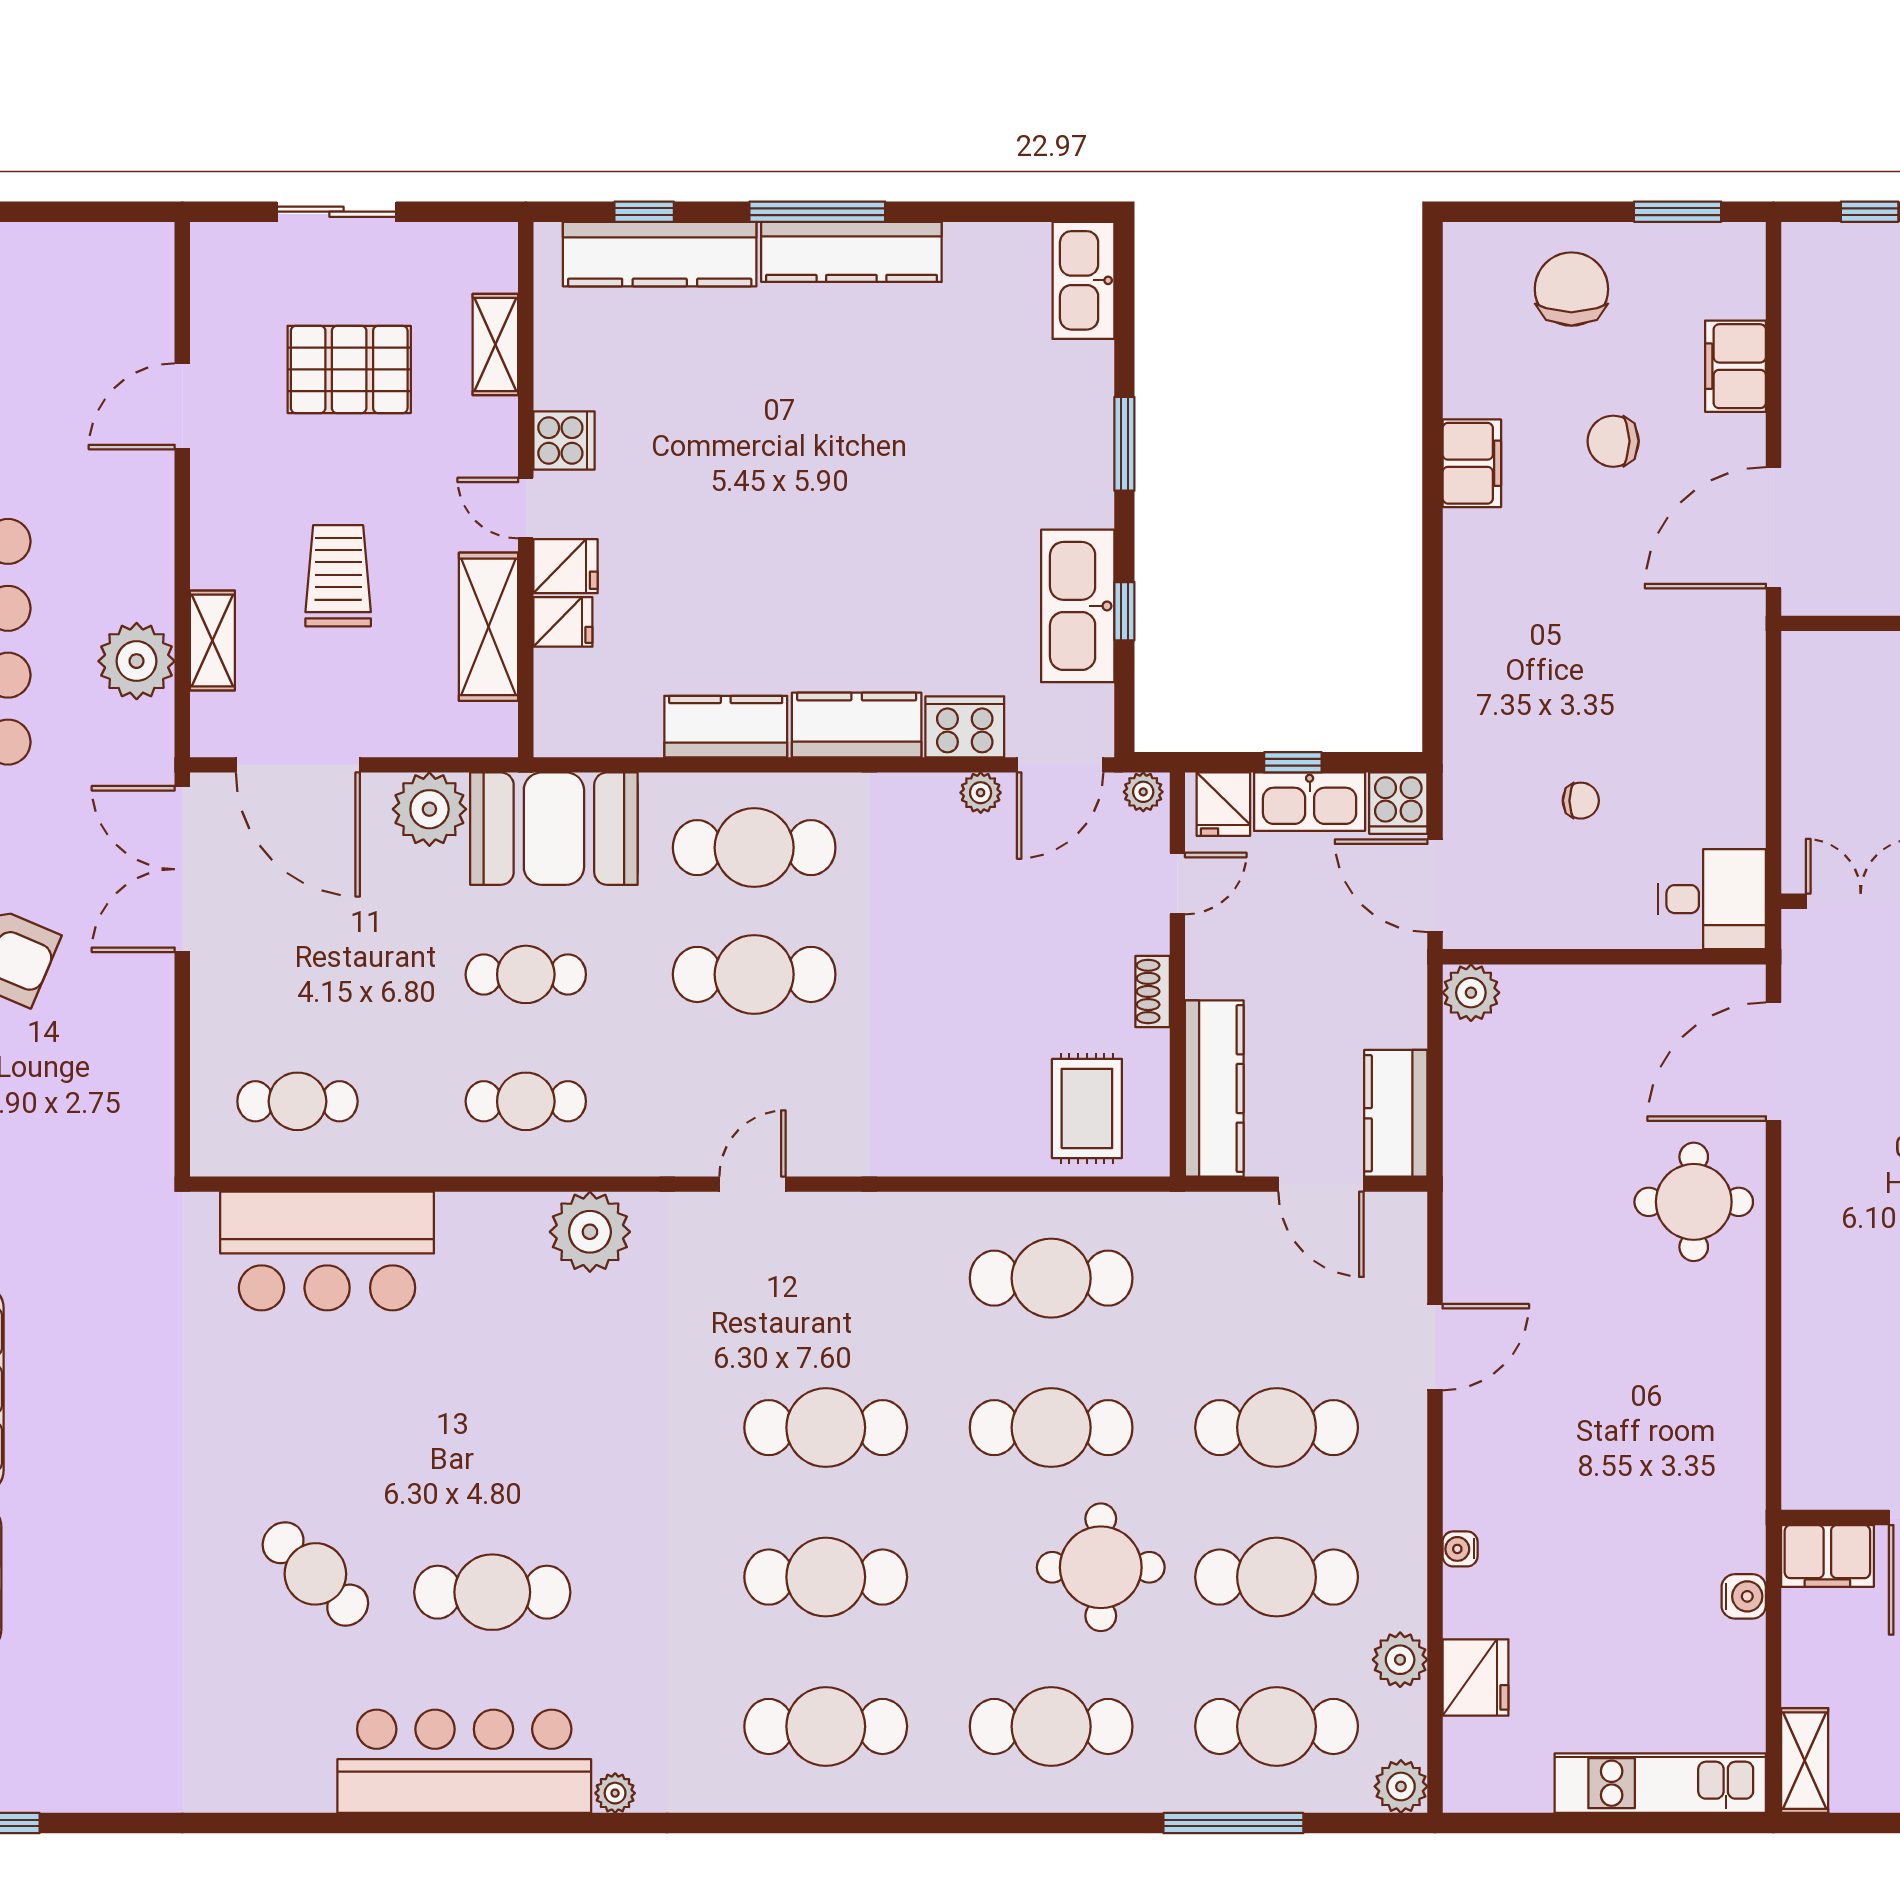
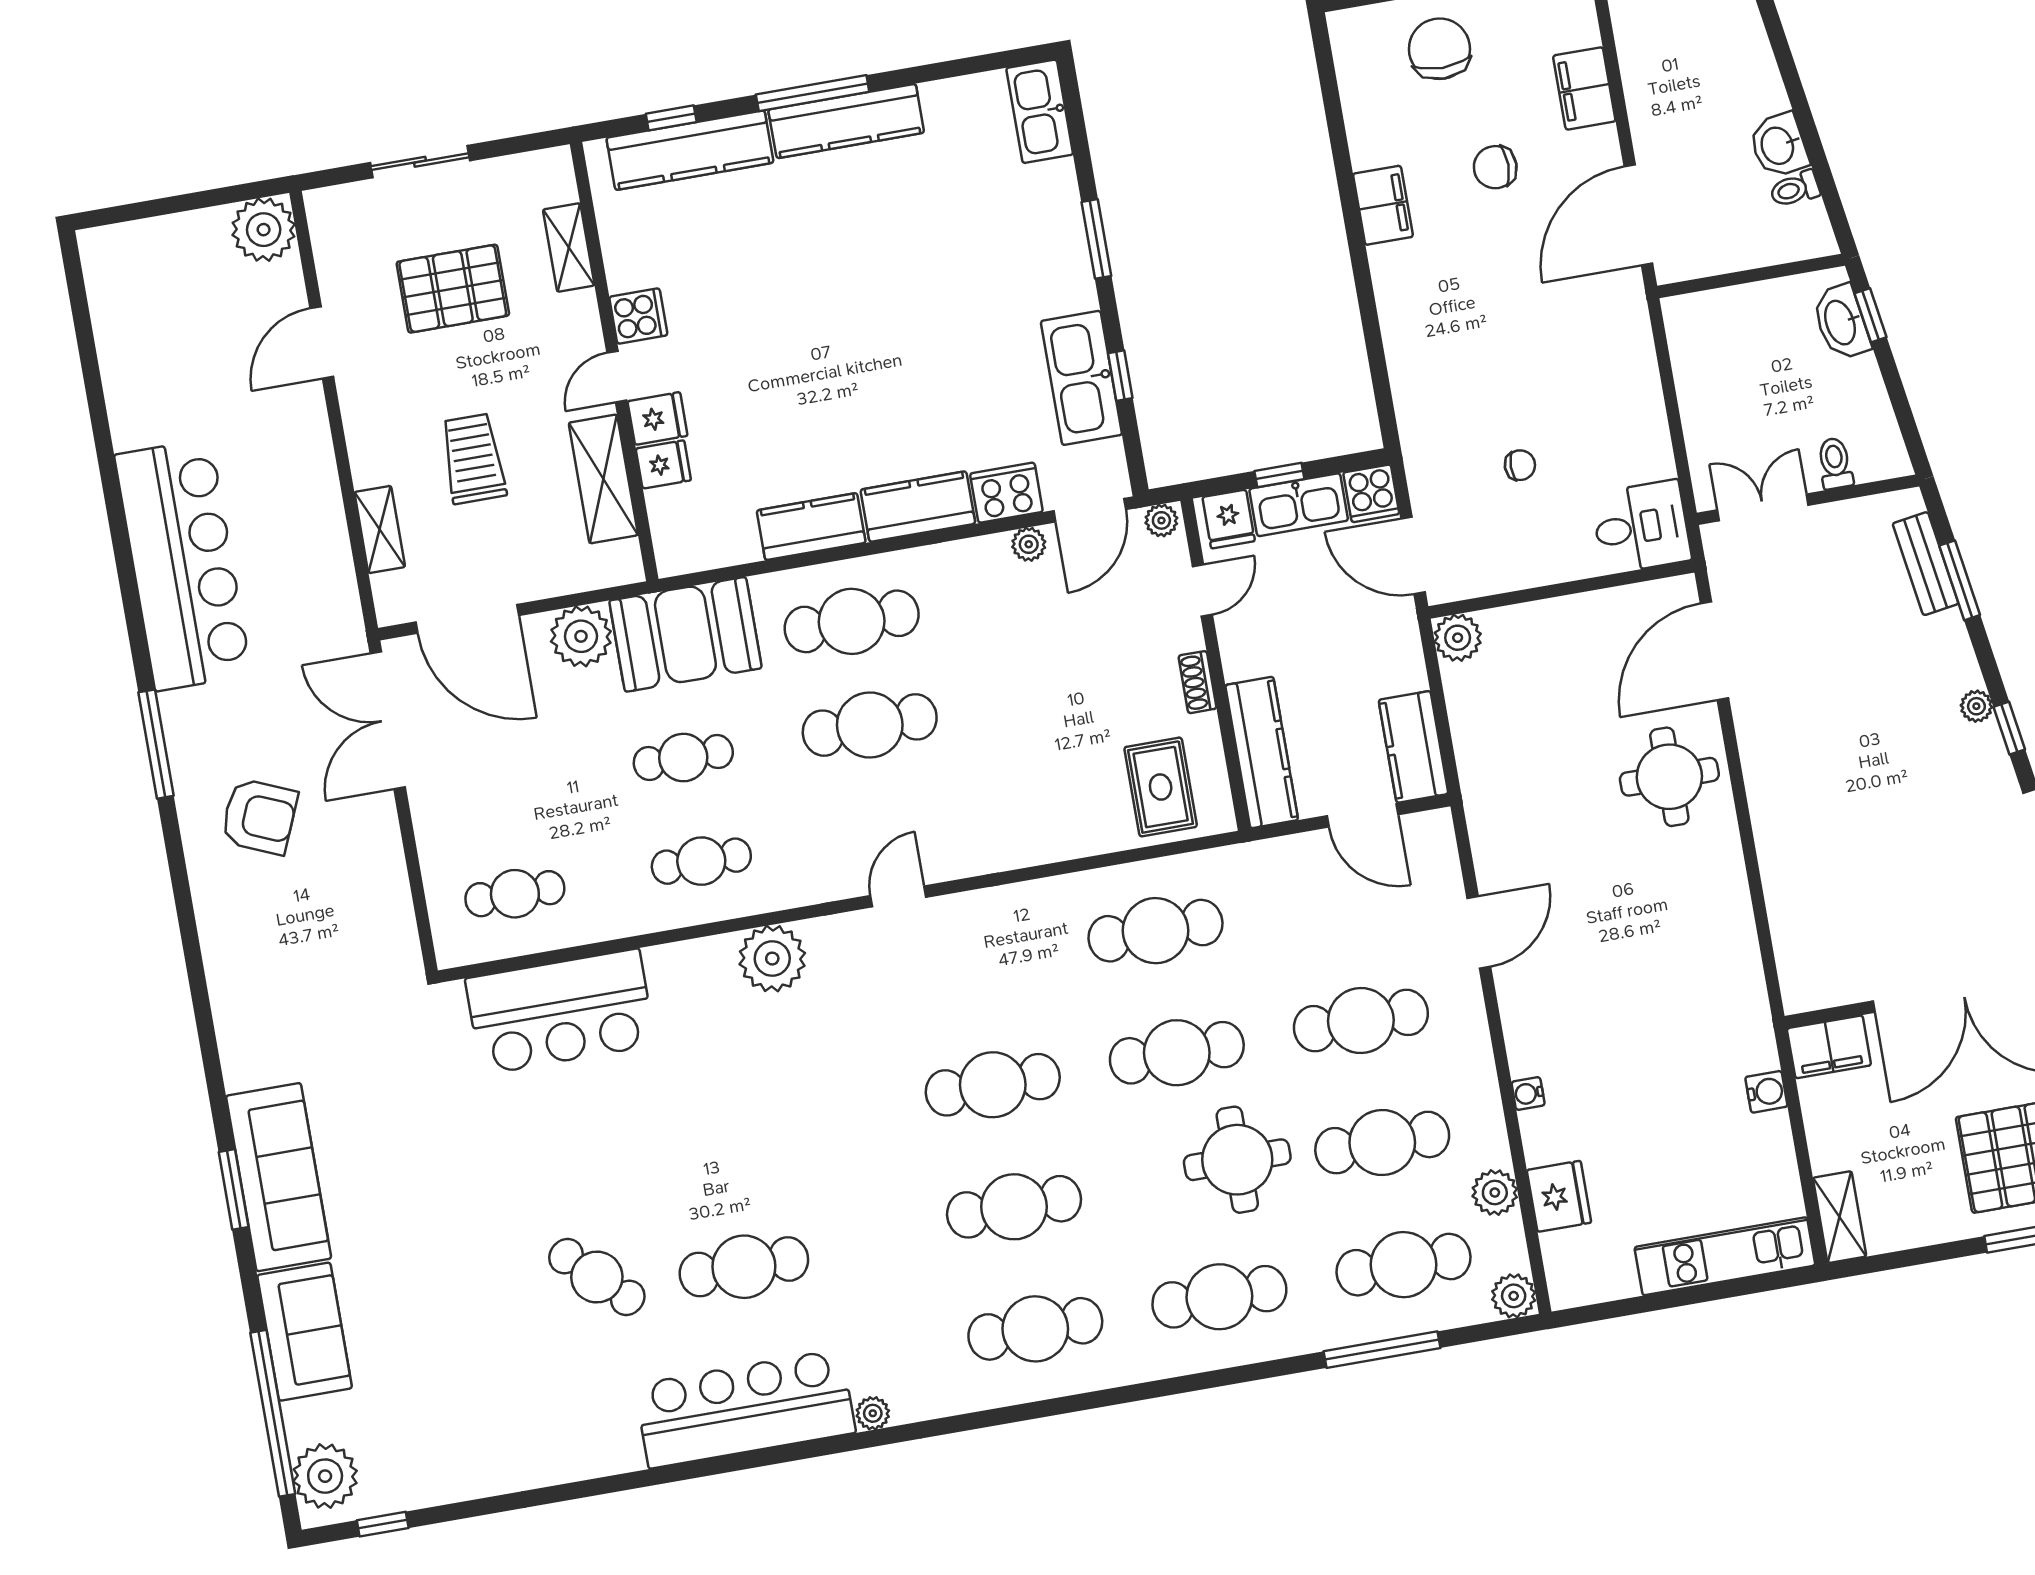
door: (526, 508) -> (617, 377), hinge flipped
plant: (137, 661) -> (264, 230), moved

